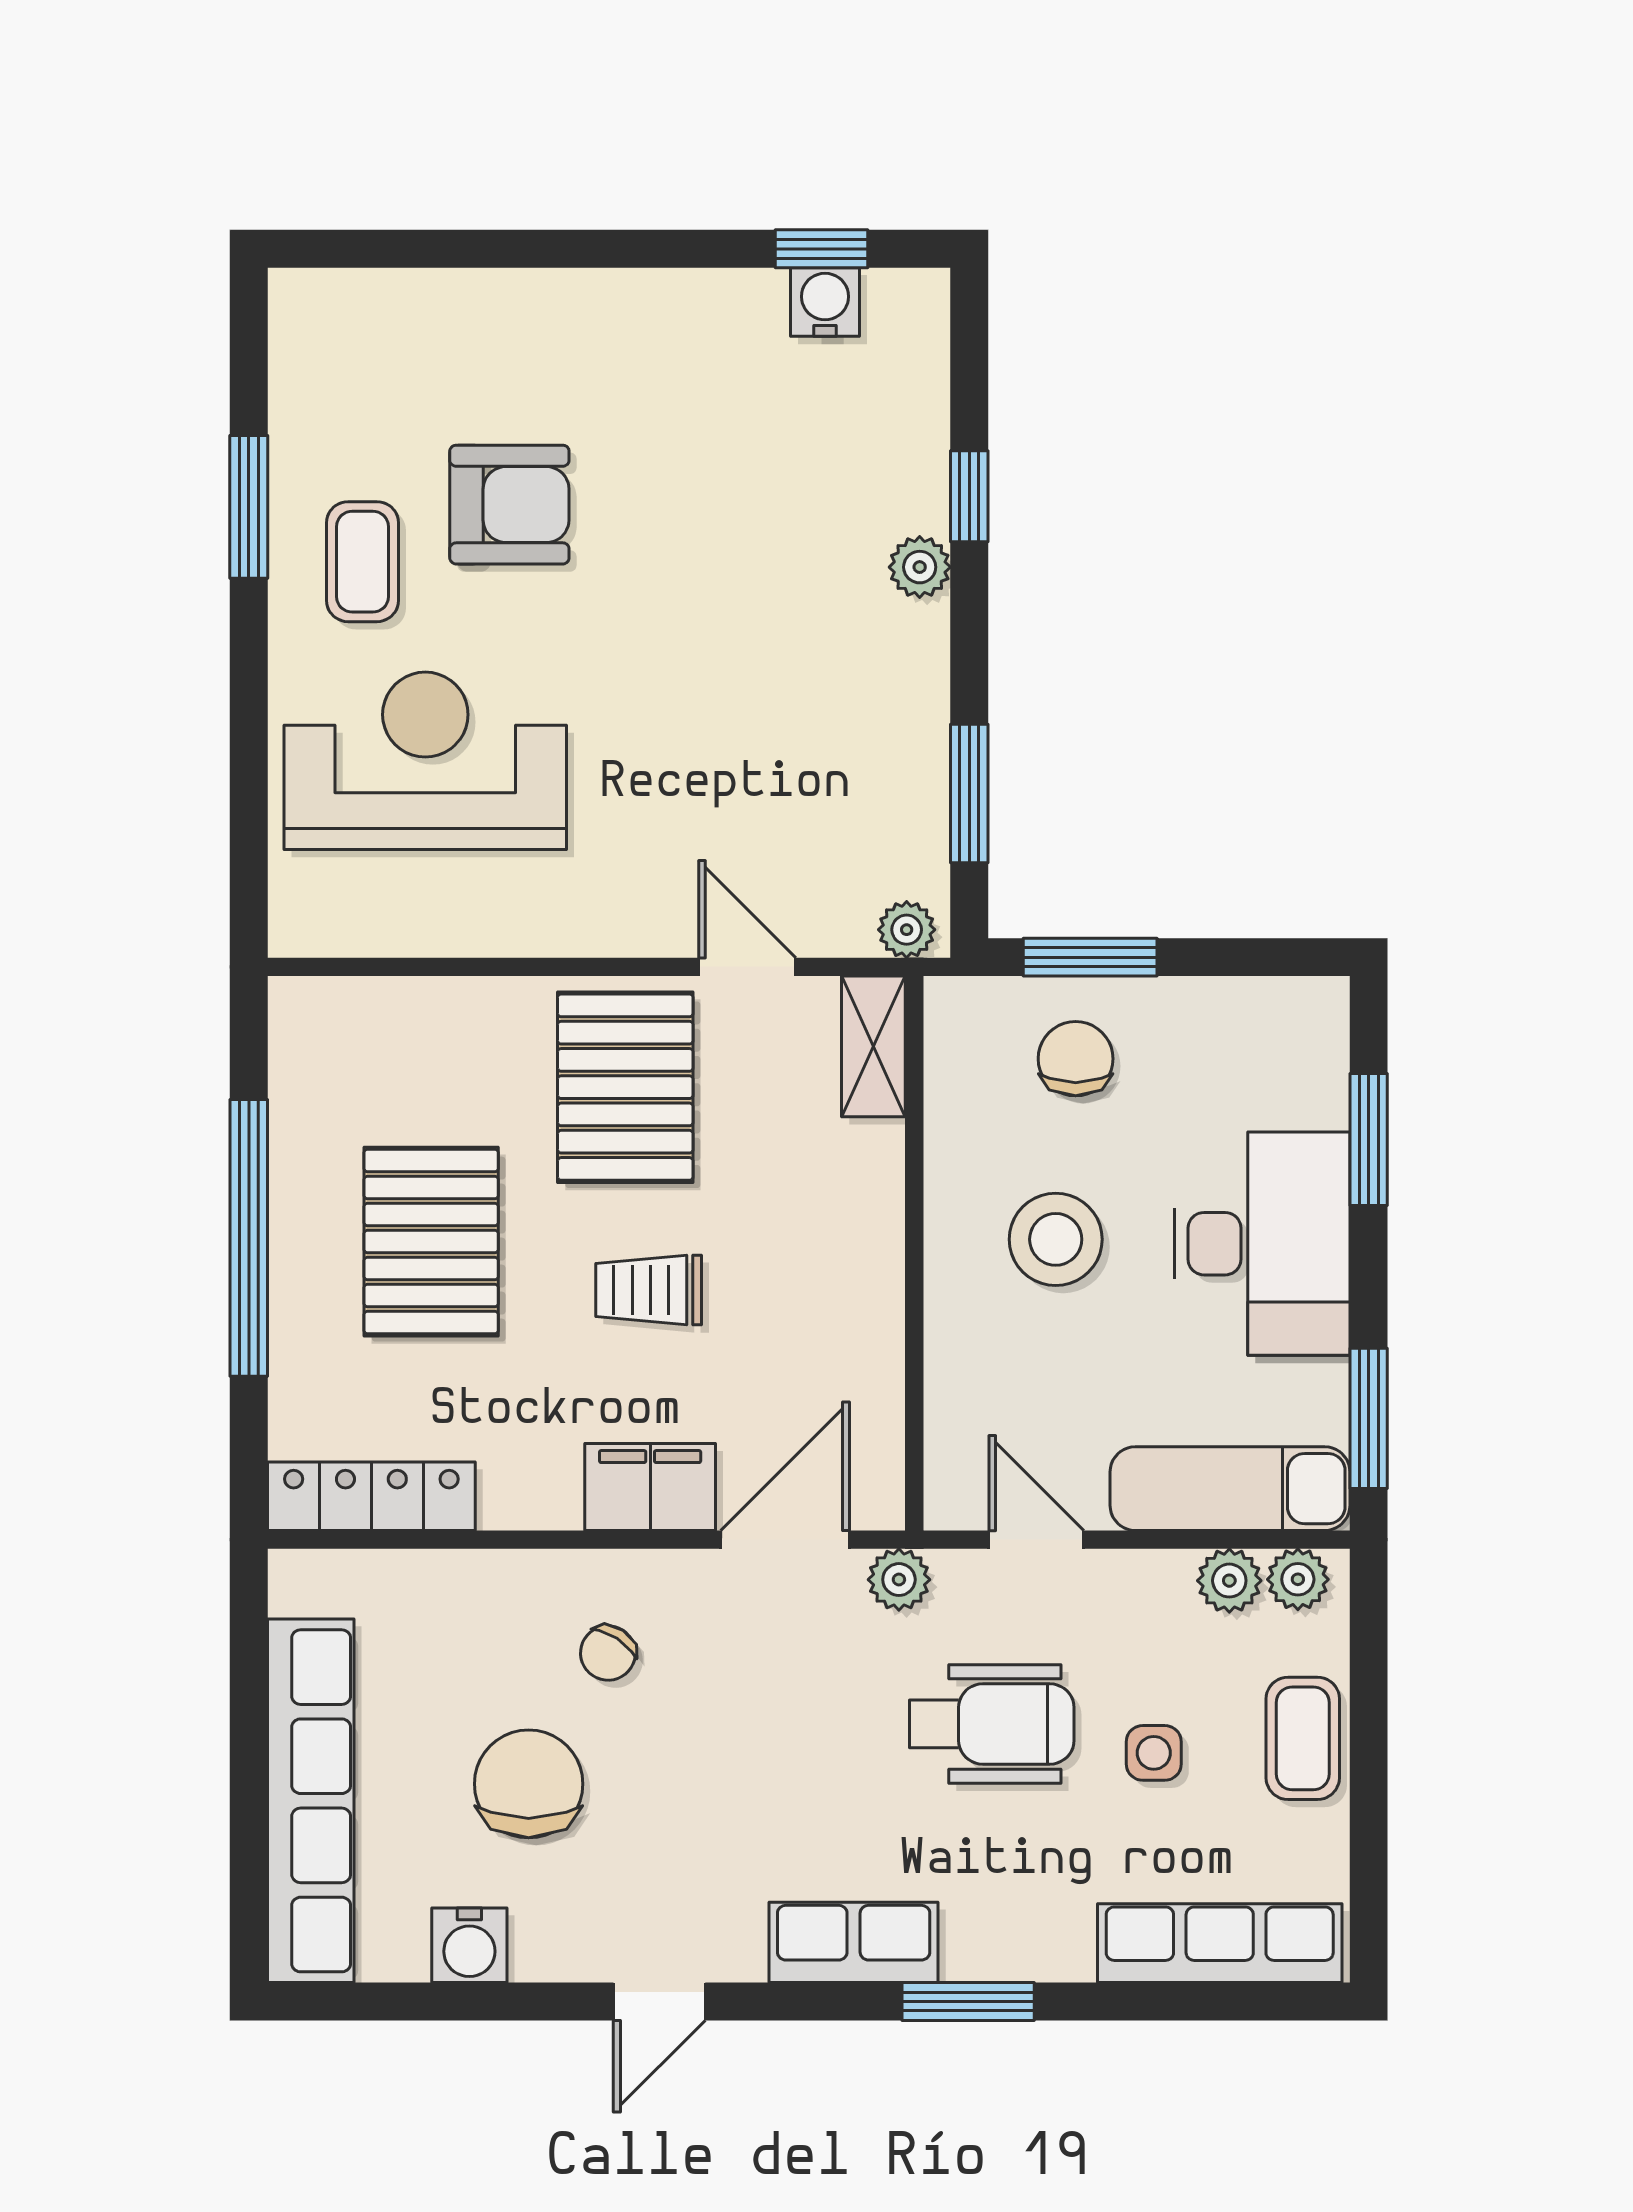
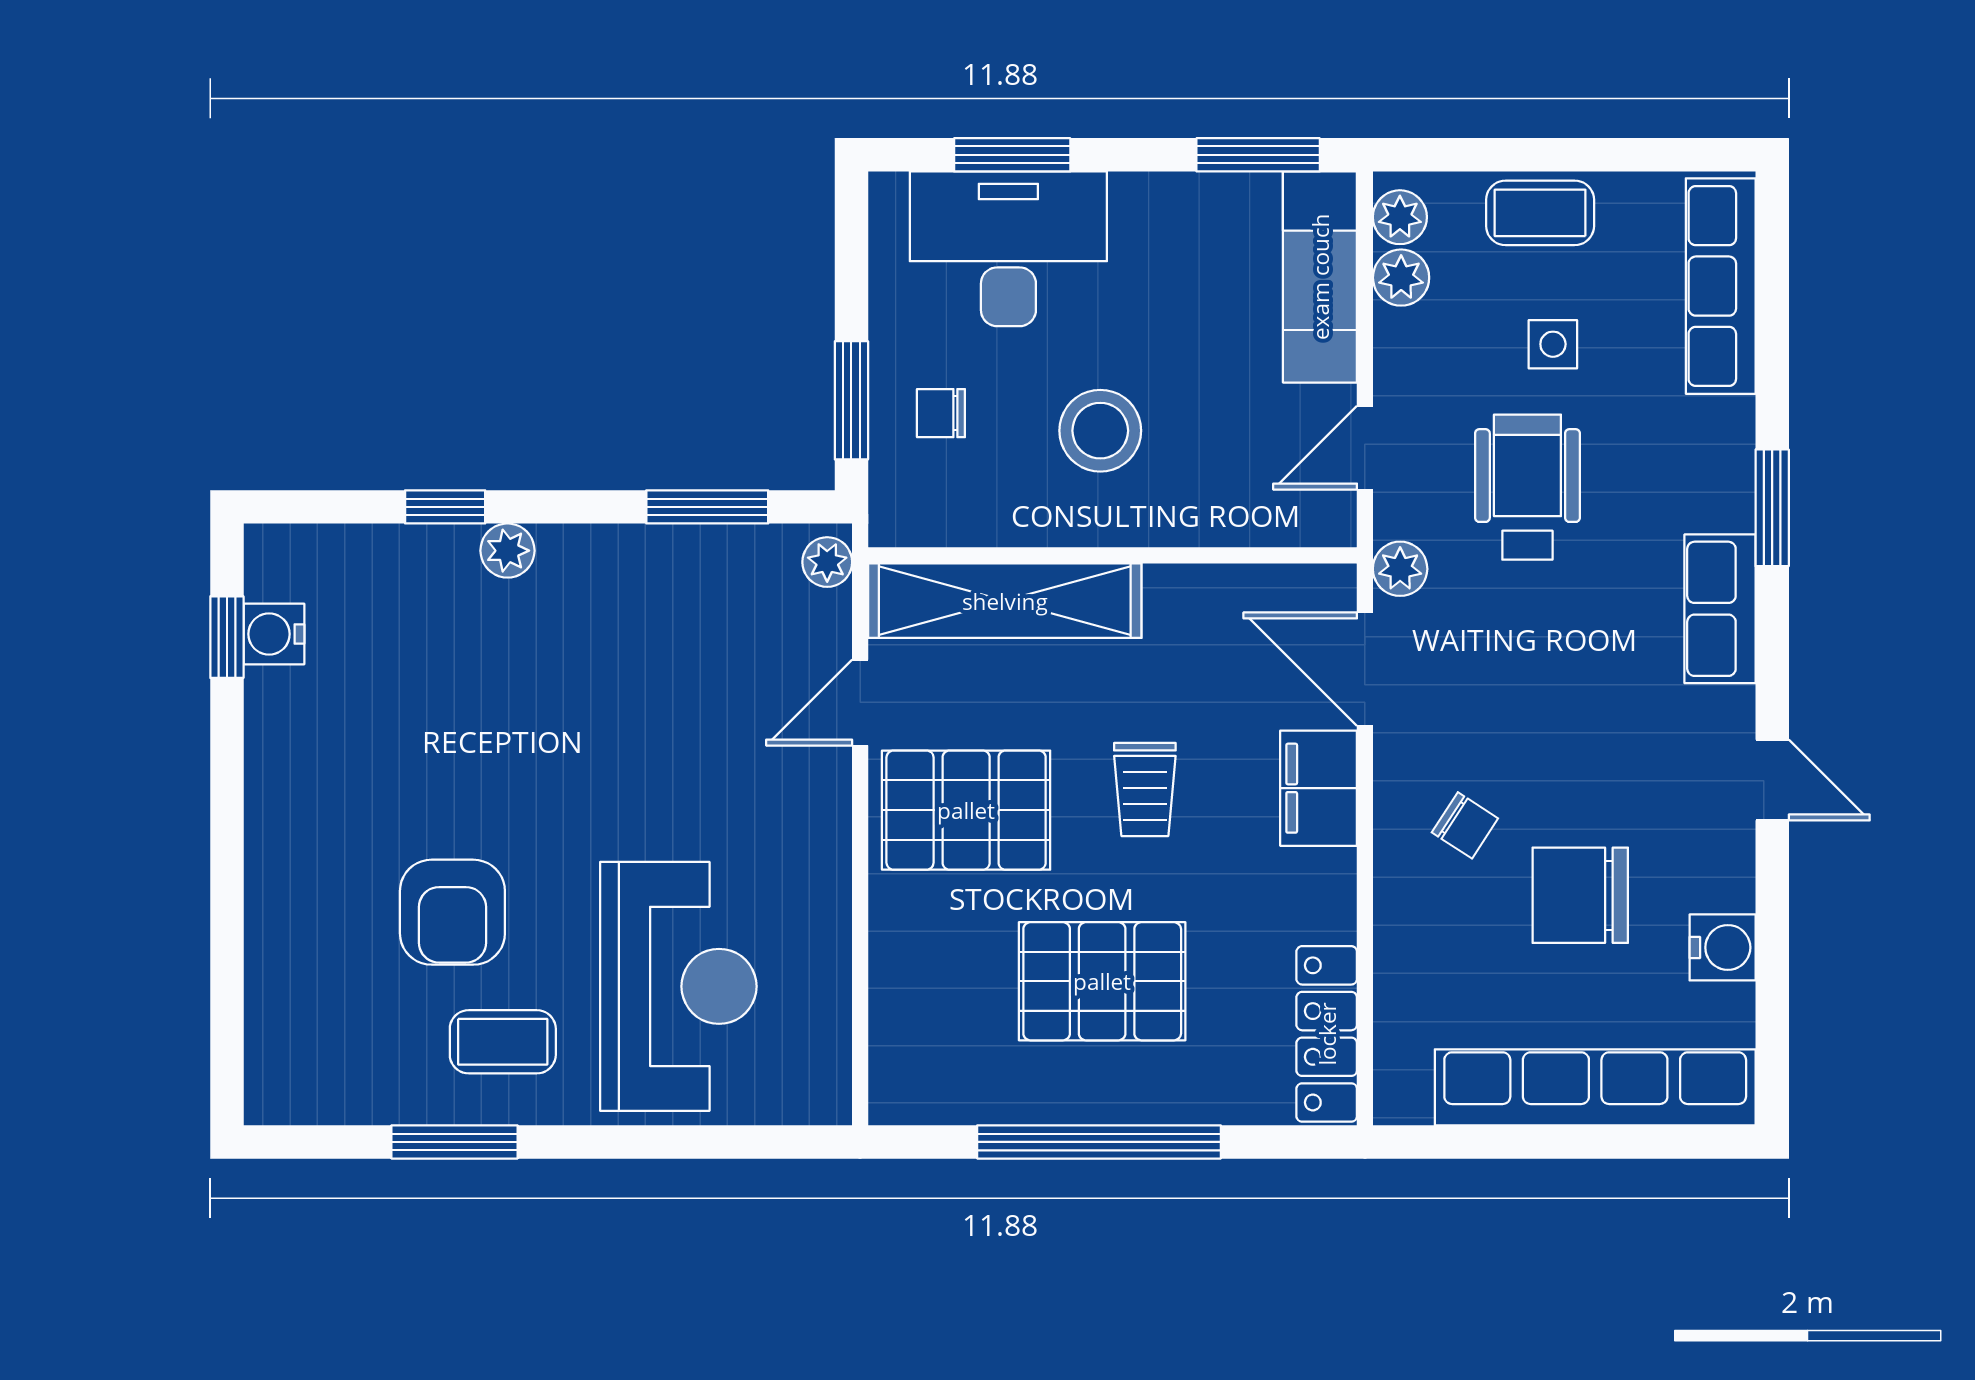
armchair: (509, 505) -> (452, 912), turned 180
reception desk: (425, 761) -> (678, 986), turned 180
shelving: (873, 1046) -> (1005, 601), width x2.20, depth x1.33
chair: (1076, 1059) -> (941, 413), width x0.73, depth x0.73
desk: (1262, 1244) -> (1008, 249), moved

